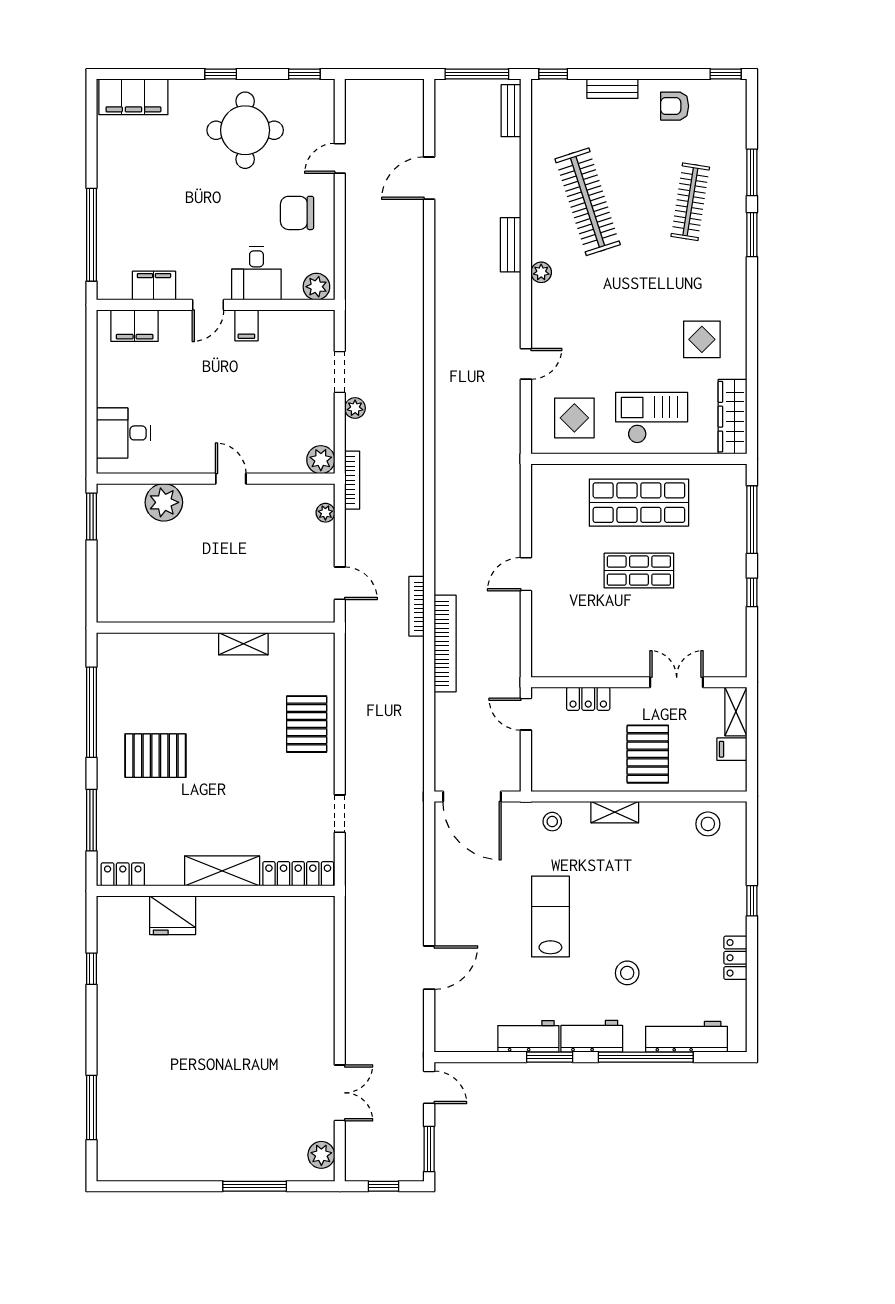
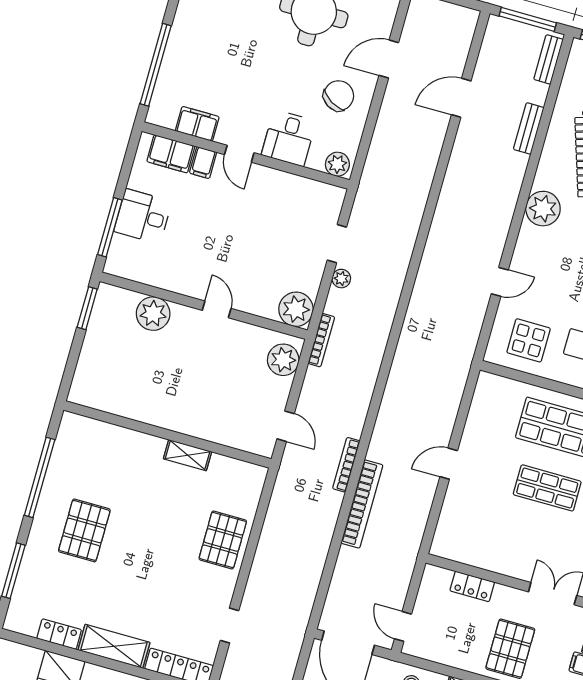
door: (340, 158) -> (389, 59), width x1.37
chair: (297, 213) -> (339, 96), turned 121
bench: (511, 245) -> (529, 128), moved
plant: (541, 272) -> (543, 209), width x1.87, depth x1.87
door: (208, 305) -> (239, 154), hinge flipped
filing cabinet: (246, 325) -> (203, 163), moved
window: (91, 423) -> (110, 227), added
desk: (123, 433) -> (143, 216), moved
plant: (321, 460) -> (296, 309), width x1.36, depth x1.36
plant: (325, 513) -> (283, 360), width x1.88, depth x1.88
door: (526, 714) -> (403, 626), moved
pallet: (155, 756) -> (84, 530), turned 90
locker: (123, 874) -> (59, 634), moved

